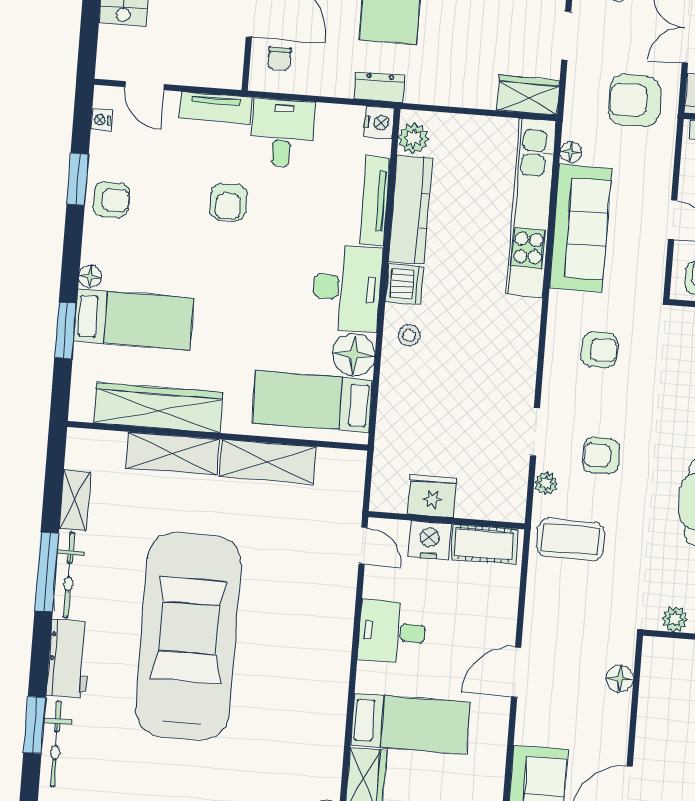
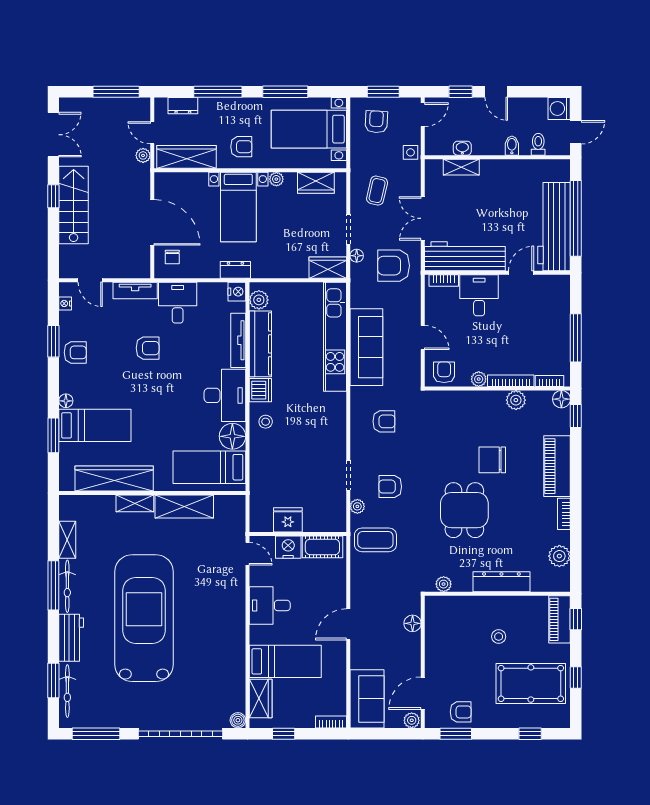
floor lamp: (571, 152) -> (357, 256), moved
armchair: (228, 202) -> (148, 348), turned -90
shelving: (173, 454) -> (135, 503), width x0.67, depth x0.75

